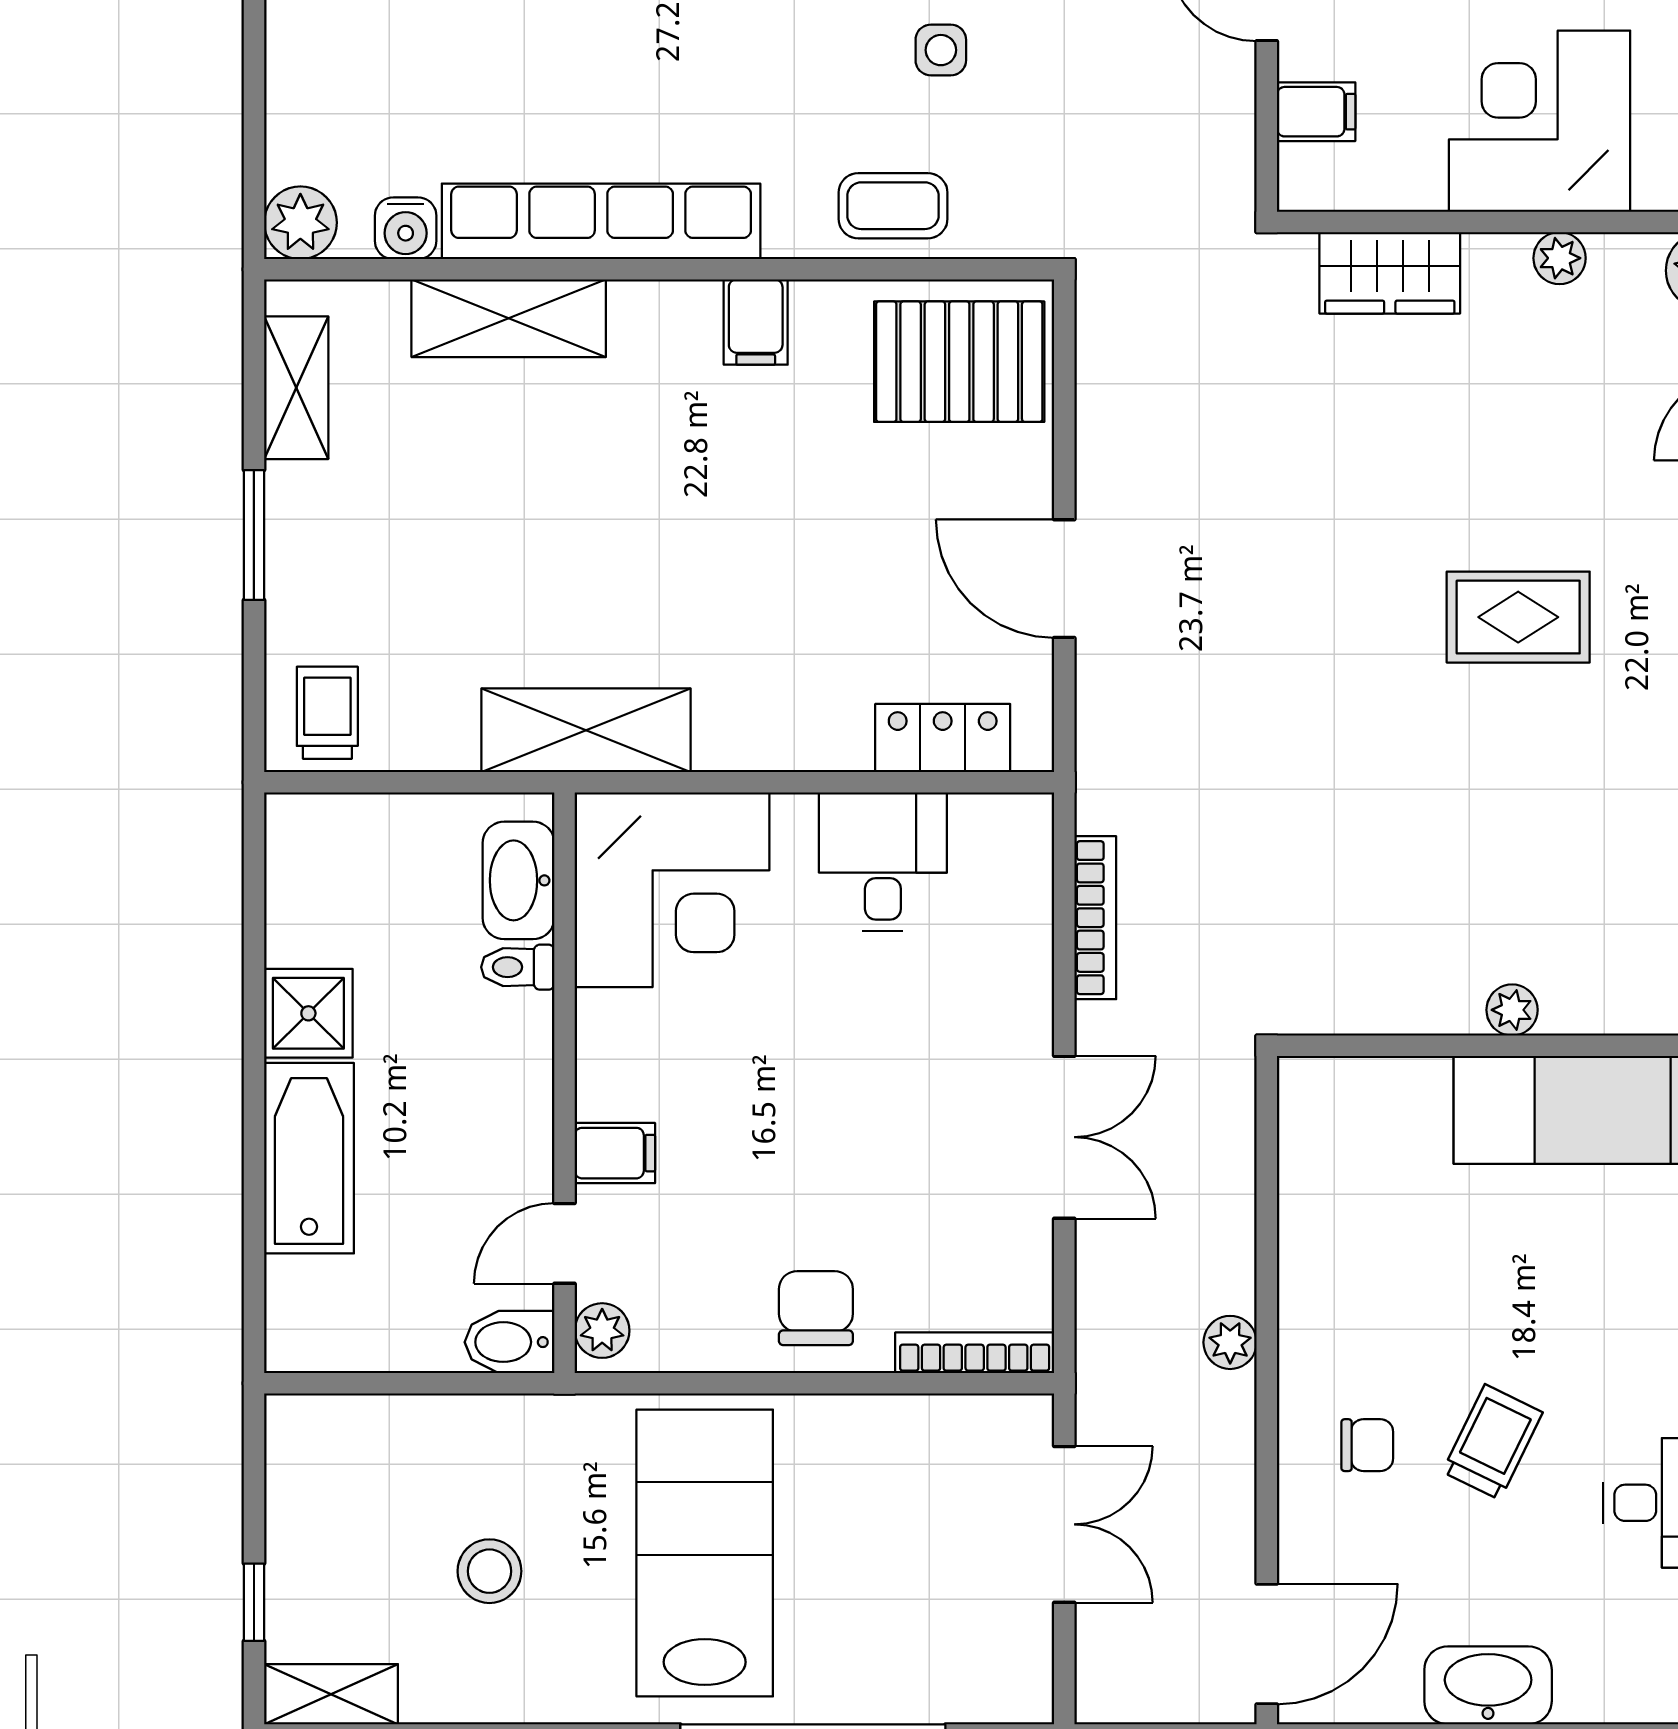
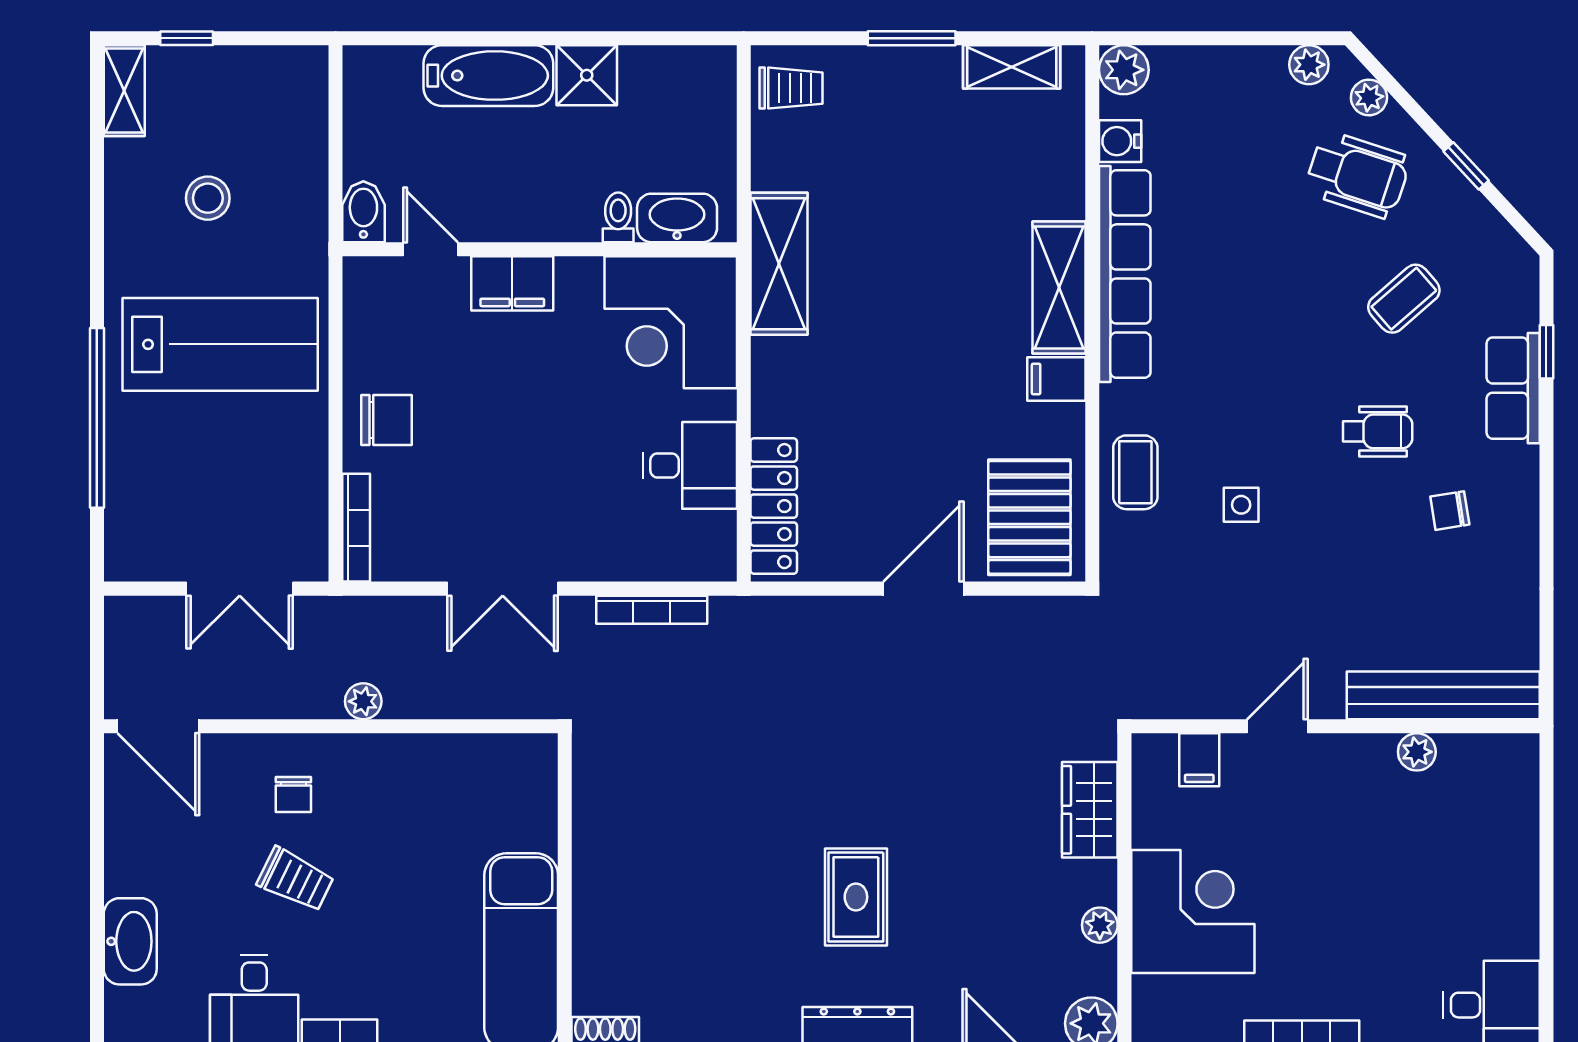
shelving: (509, 318) -> (1059, 287), moved
door: (1064, 579) -> (923, 589), moved
locker: (943, 738) -> (774, 506), width x1.53
plant: (1512, 1010) -> (589, 893), removed
filing cabinet: (615, 1153) -> (512, 283), width x2.00
plant: (602, 1331) -> (371, 275), removed
washbasin: (1488, 1685) -> (130, 941), moved

